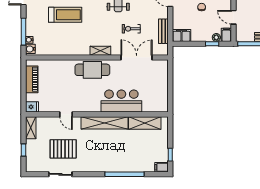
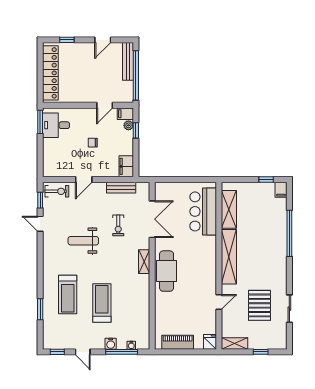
water cooler: (30, 49) -> (111, 344), moved
double door: (137, 58) -> (152, 219), swing flipped
bar counter: (121, 101) -> (203, 211), moved

